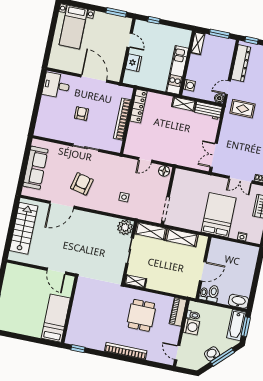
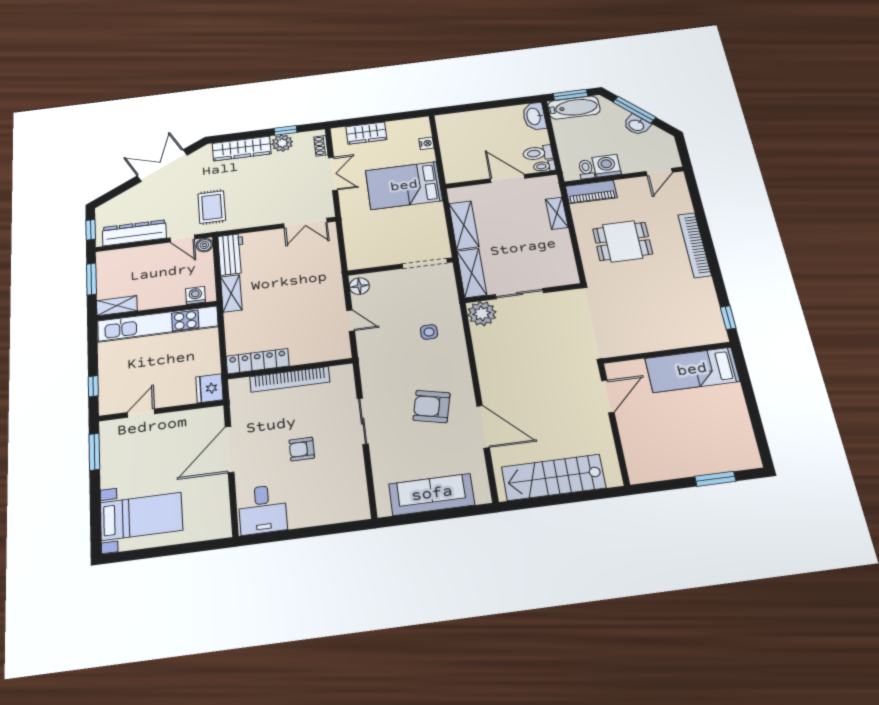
fridge: (134, 63) -> (209, 388), moved, turned -90
kitchen unit: (177, 70) -> (158, 324), width x1.36
shelving: (136, 281) -> (557, 213), moved

